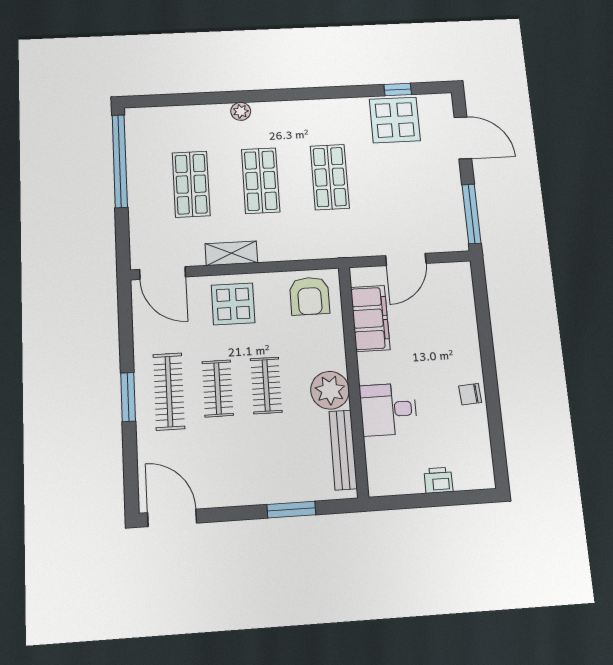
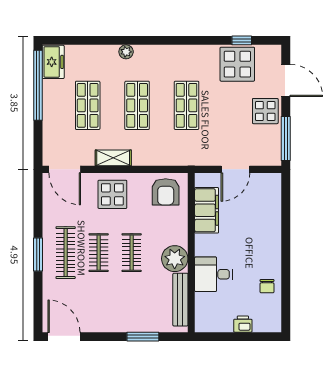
freezer: (140, 129) -> (53, 62), added
display table: (439, 179) -> (265, 111), added
chair: (470, 394) -> (267, 286), moved, turned -86

